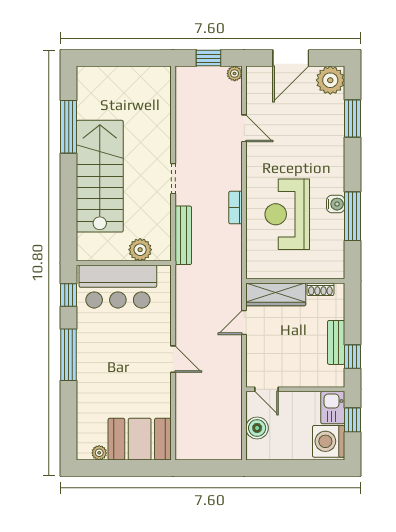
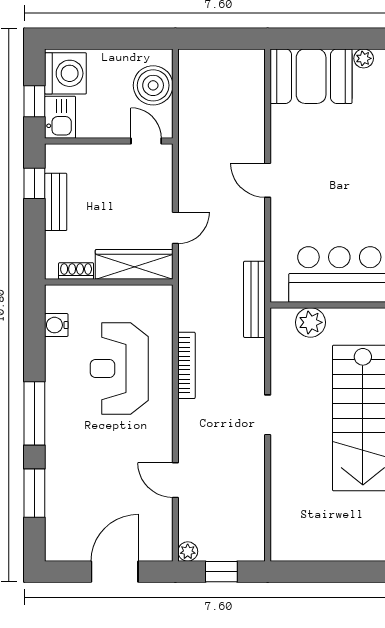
plant: (330, 80) -> (63, 543), removed
water cooler: (336, 204) -> (56, 325), moved
bookcase: (235, 207) -> (186, 365), width x1.56
reception desk: (287, 214) -> (119, 369), turned 180
window: (352, 216) -> (34, 413), moved
bench: (183, 235) -> (254, 299), moved
boiler: (257, 428) -> (153, 85), width x1.37, depth x1.37

